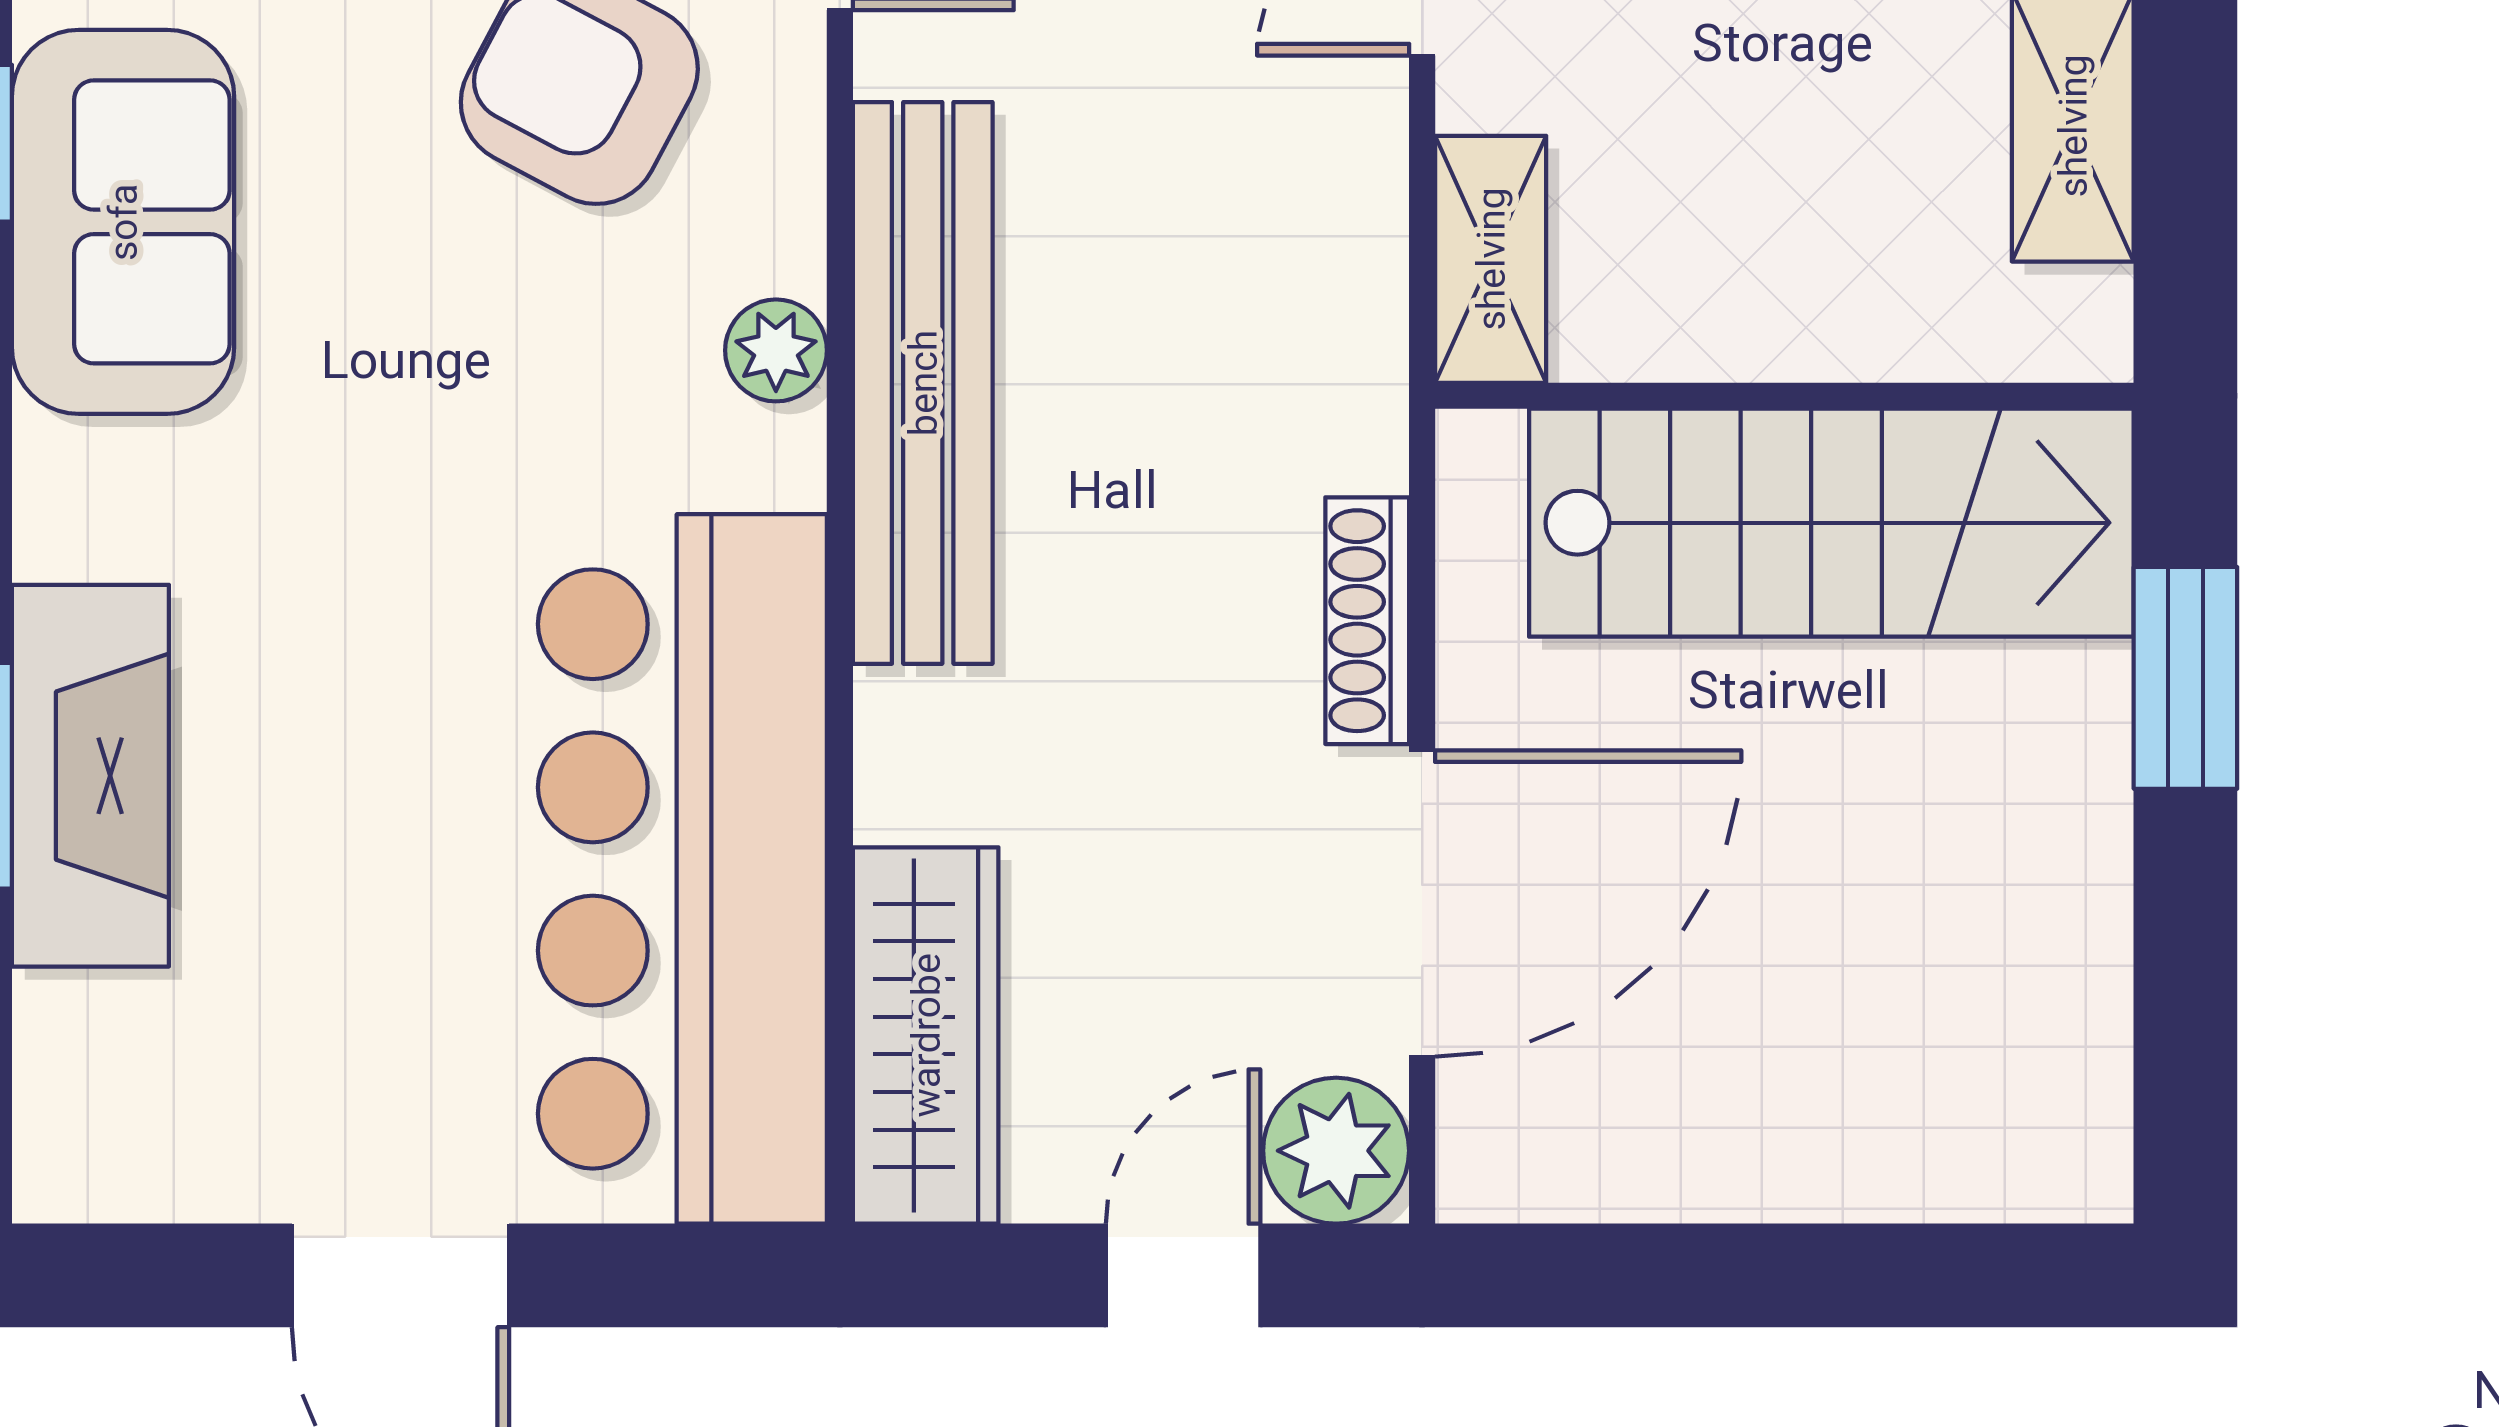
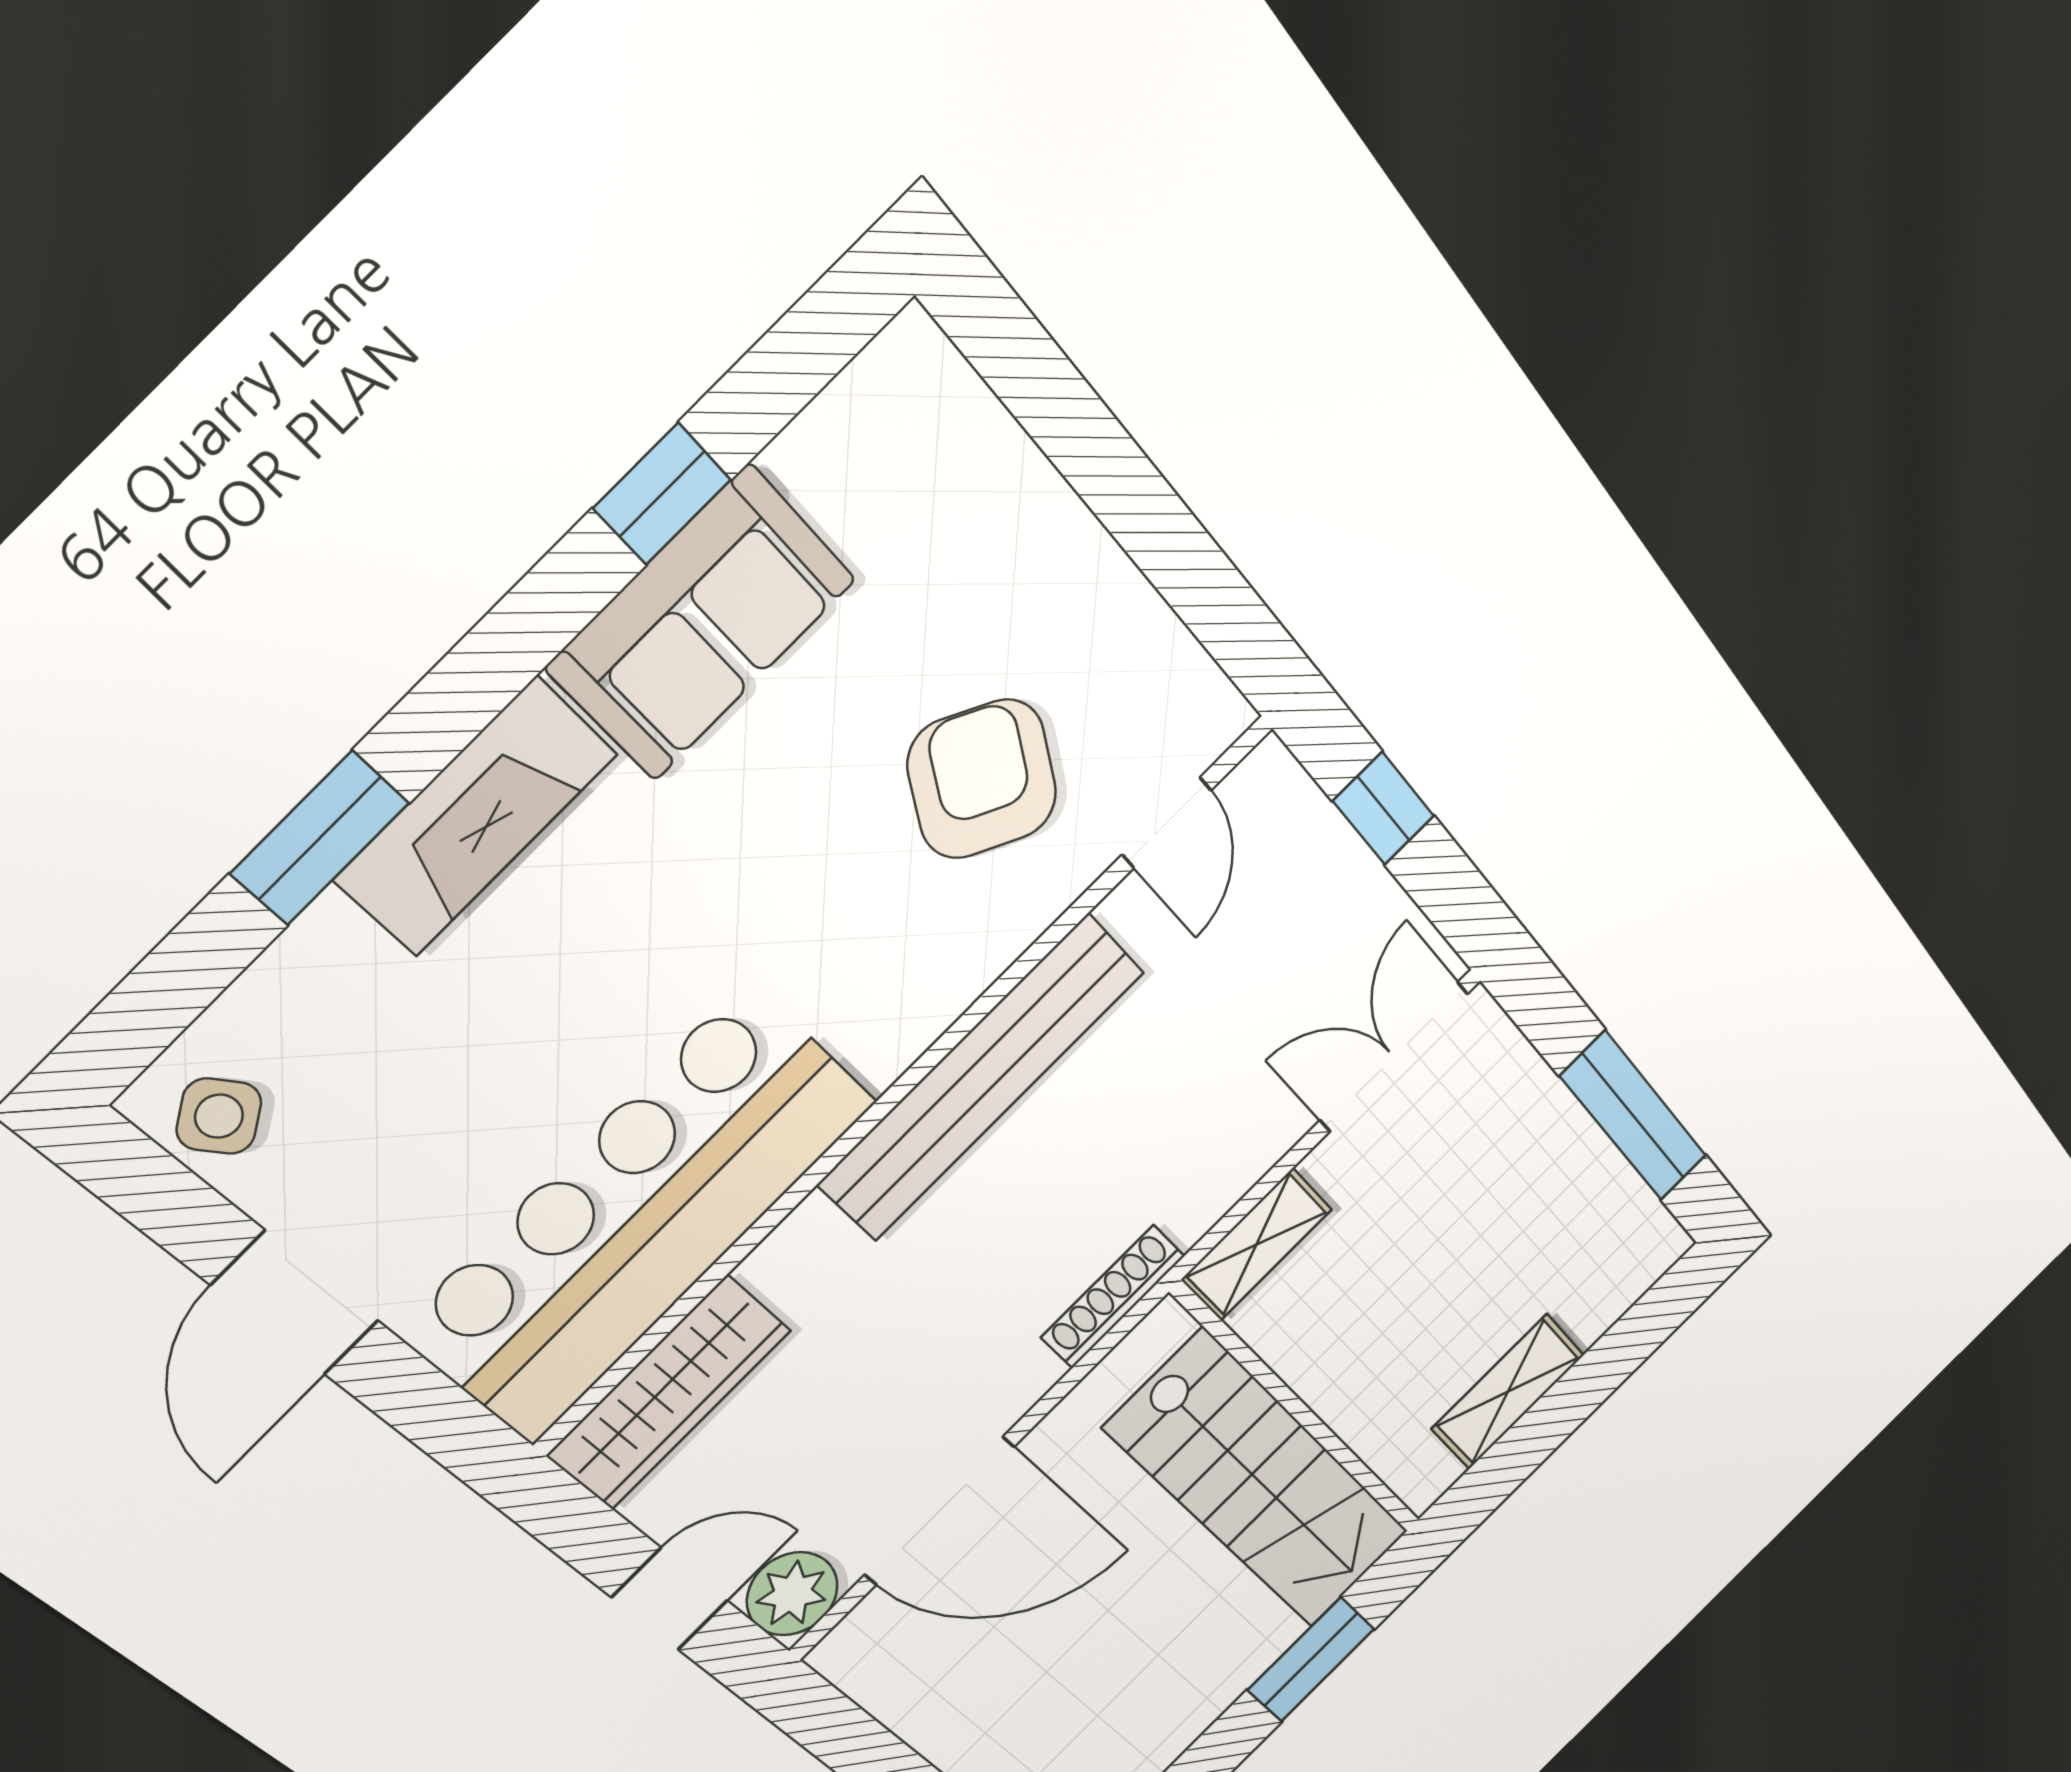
plant: (776, 350) -> (935, 1000), removed
shoe rack: (1367, 621) -> (1113, 1297), moved
fireplace: (90, 776) -> (476, 817), moved
side table: (131, 1142) -> (219, 1116), added

